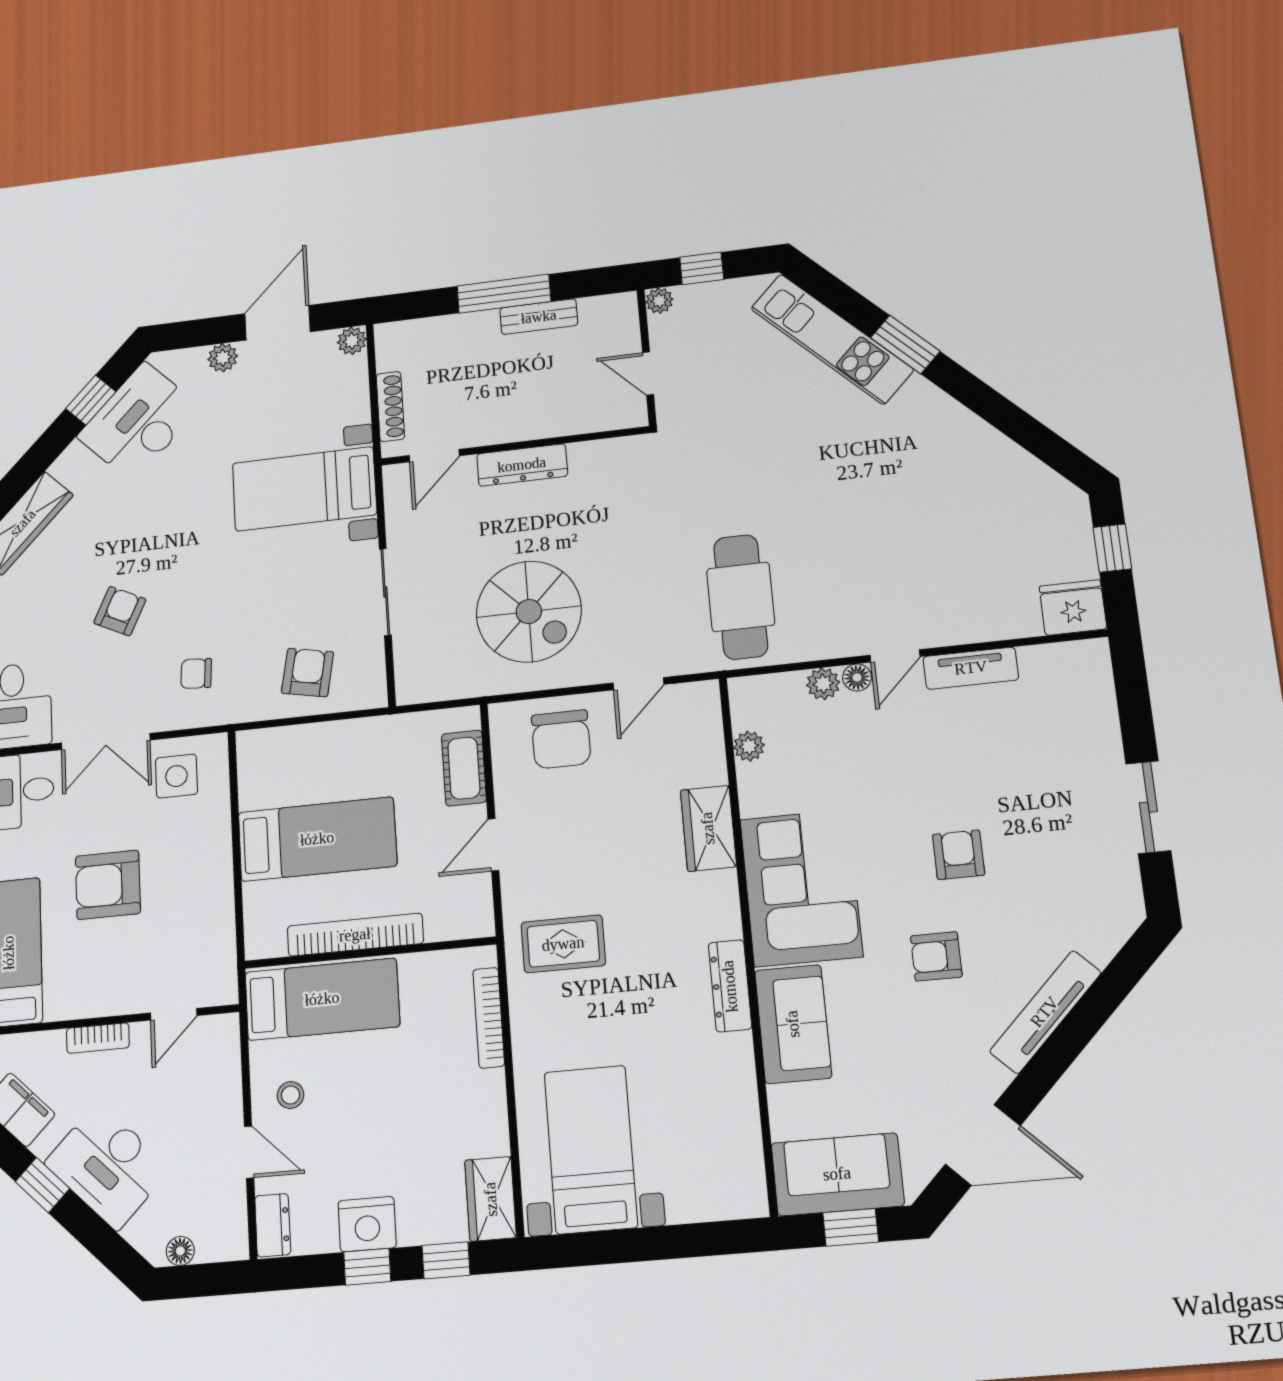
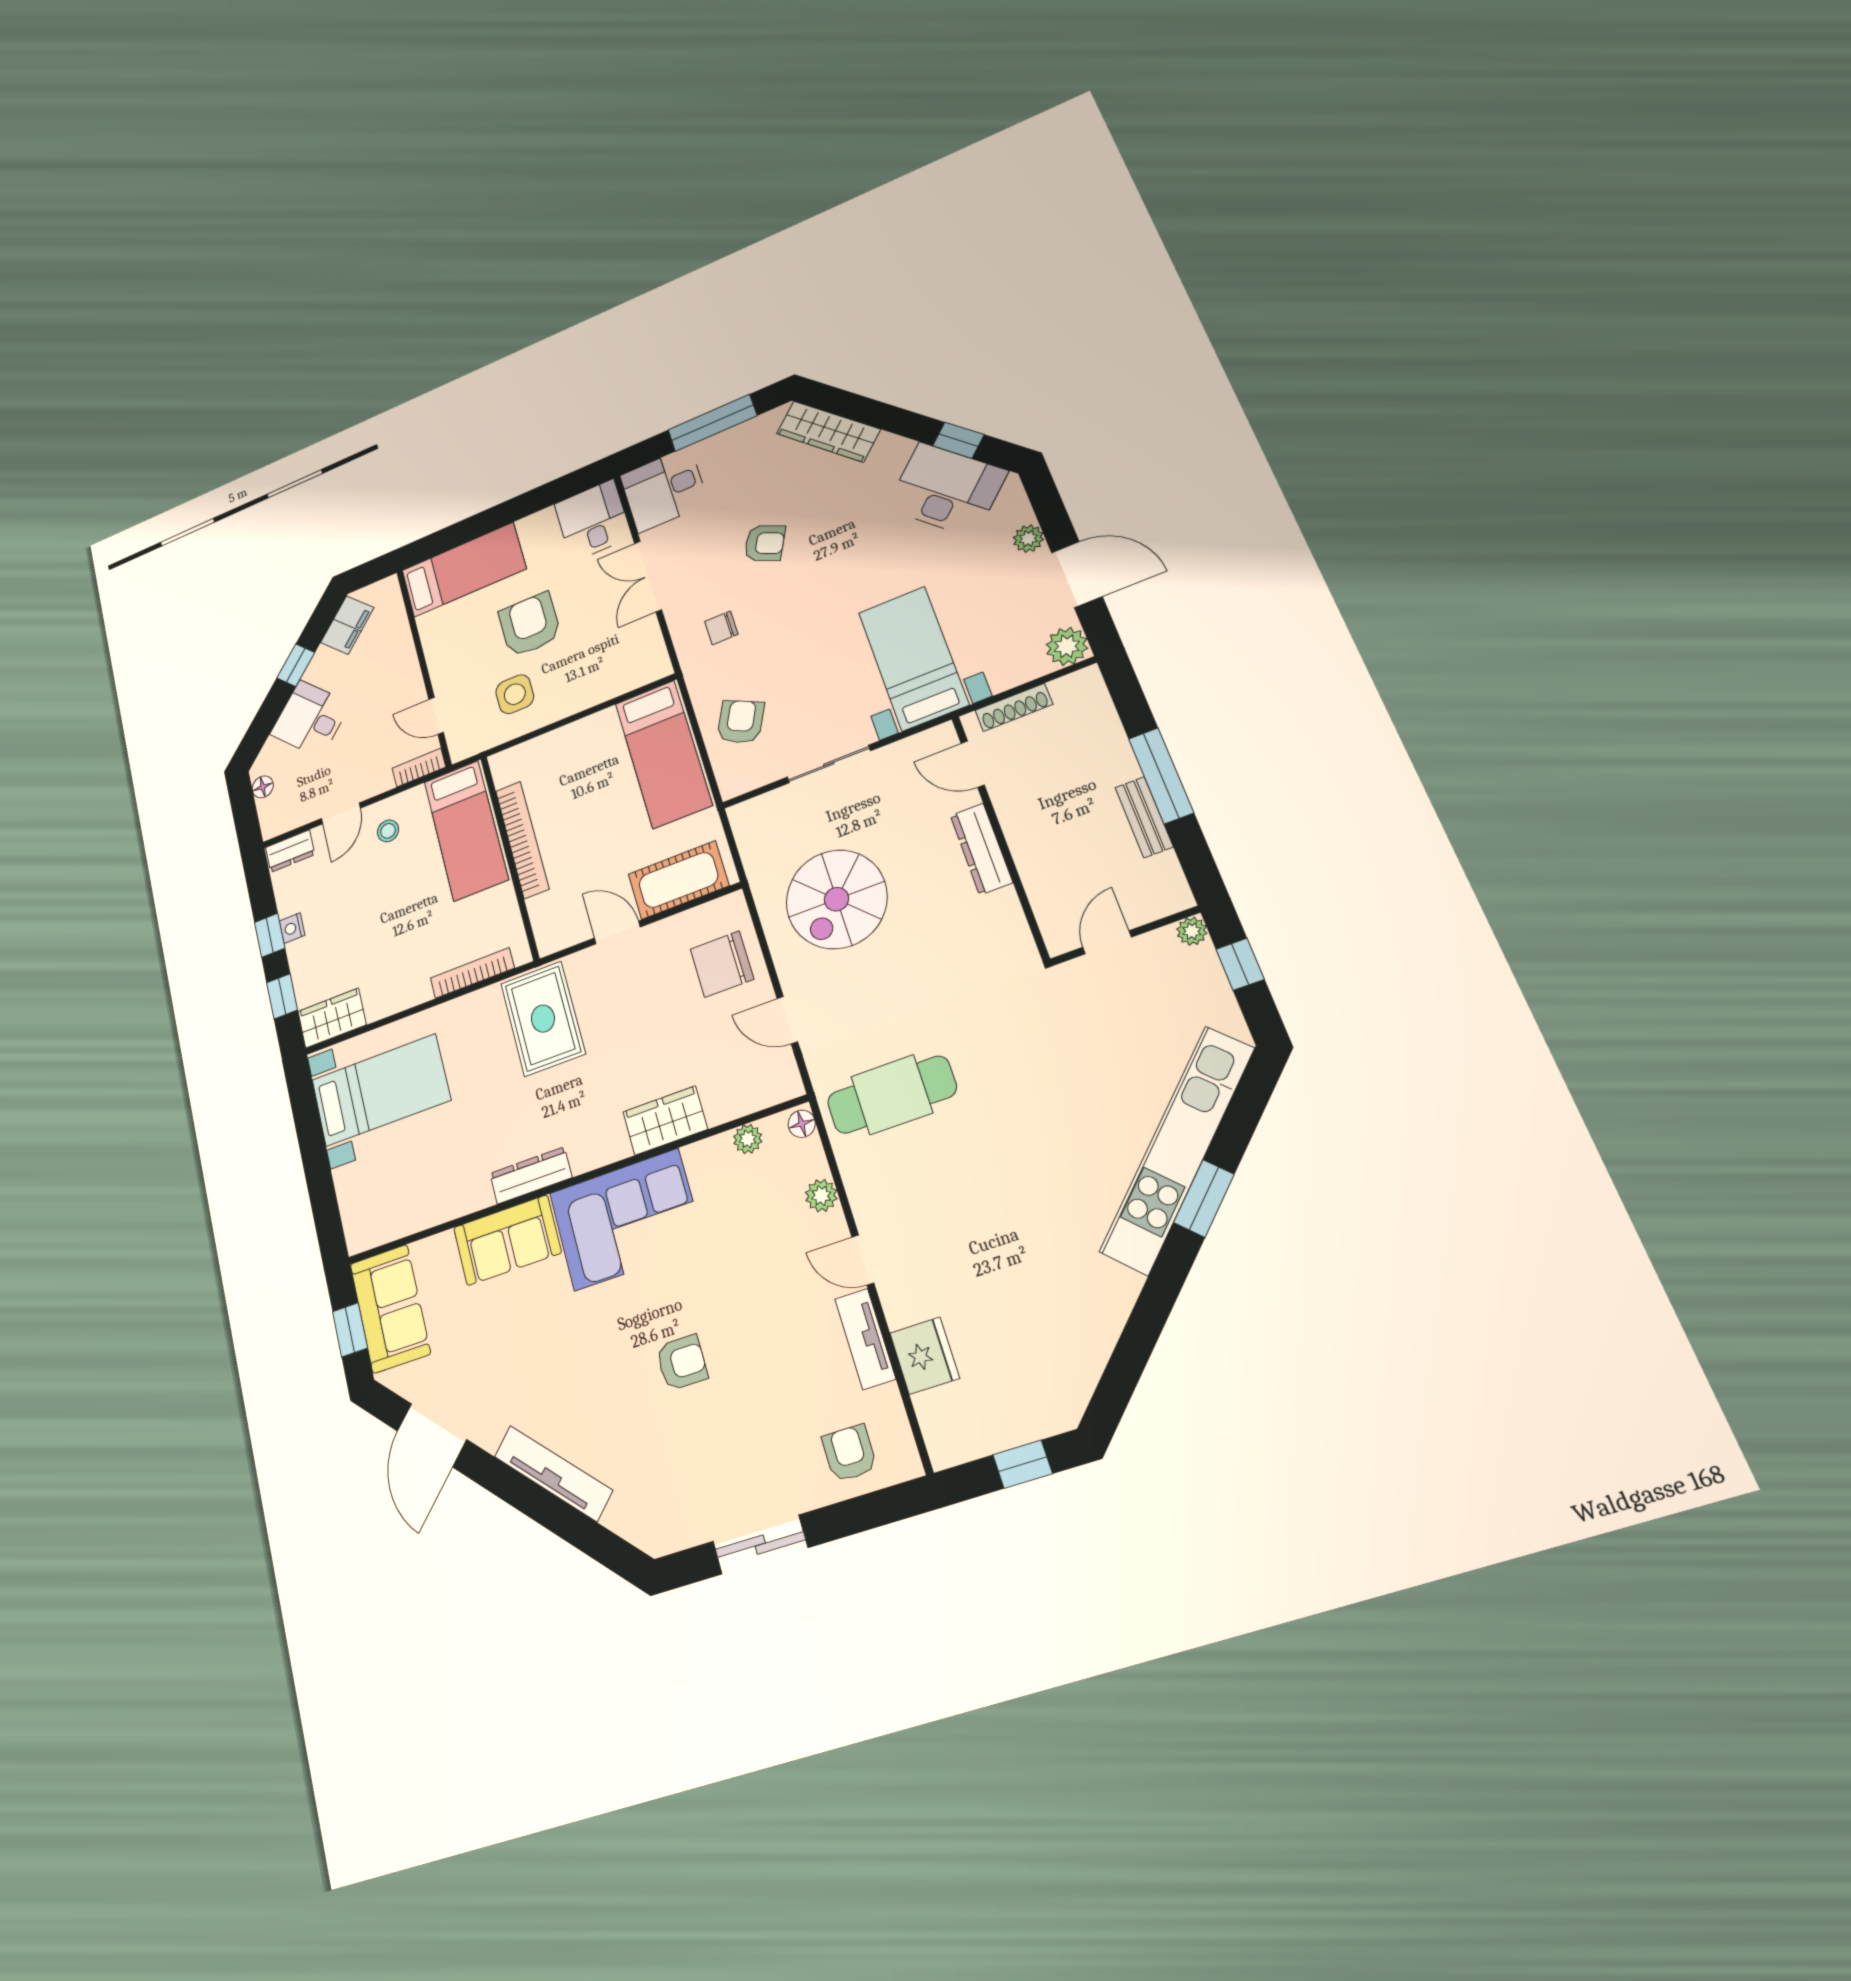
kitchen unit: (832, 339) -> (1177, 1150), width x1.36
plant: (352, 341) -> (1067, 646), width x1.38, depth x1.38
fridge: (1073, 608) -> (925, 1356), moved
chair: (196, 673) -> (721, 628), turned -94
armchair: (308, 673) -> (741, 722), turned -75
floor lamp: (857, 677) -> (802, 1124), moved
cot: (464, 768) -> (678, 880), width x1.37, depth x1.34
side table: (176, 776) -> (515, 694), moved
bed: (317, 839) -> (663, 754), moved
rug: (563, 944) -> (543, 1019), width x1.36, depth x1.43
armchair: (936, 956) -> (849, 1453), moved
bookcase: (98, 1038) -> (419, 768), moved, turned 90
desk: (108, 1166) -> (310, 719), width x0.73
nightstand: (367, 1224) -> (292, 928), width x0.53, depth x0.56

